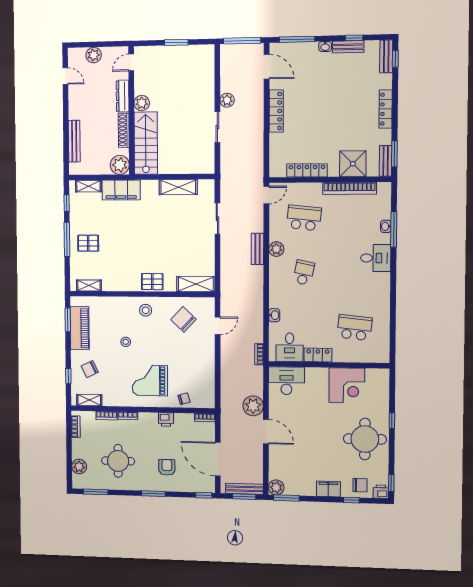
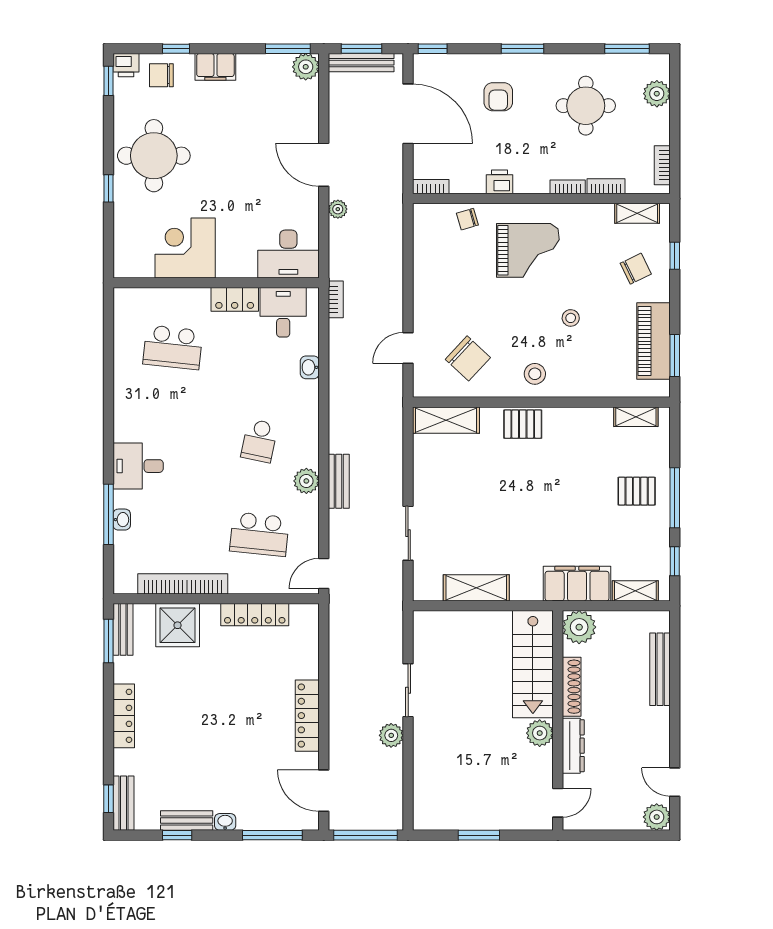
plant: (94, 55) -> (657, 817), moved
plant: (253, 406) -> (338, 209), width x0.53, depth x0.53

